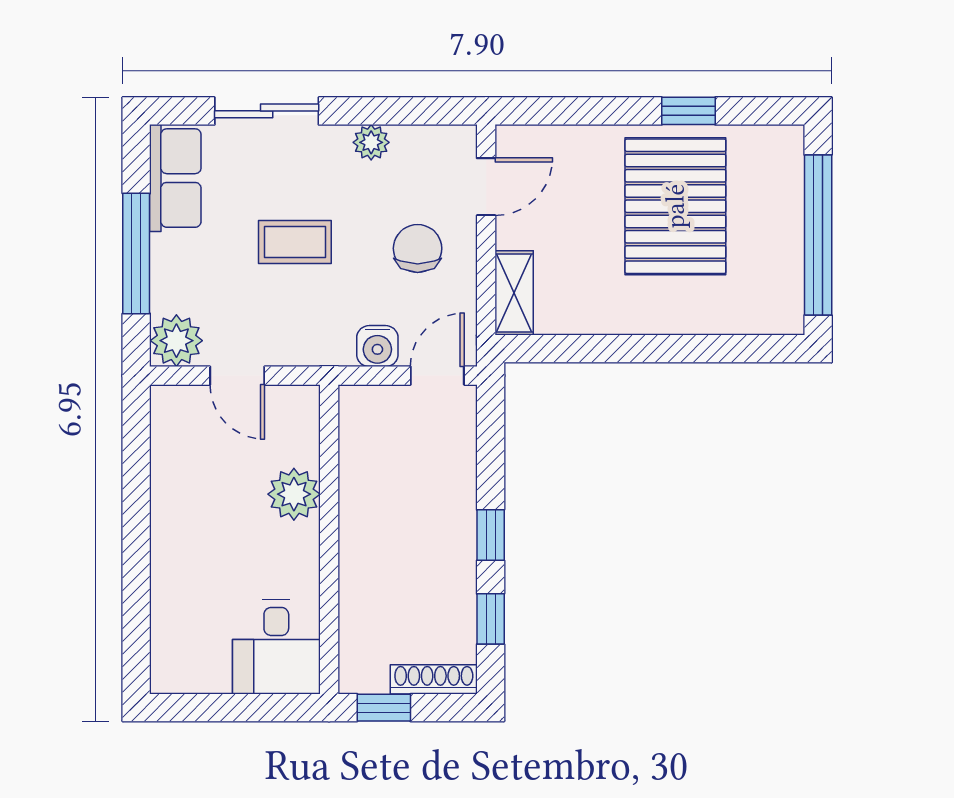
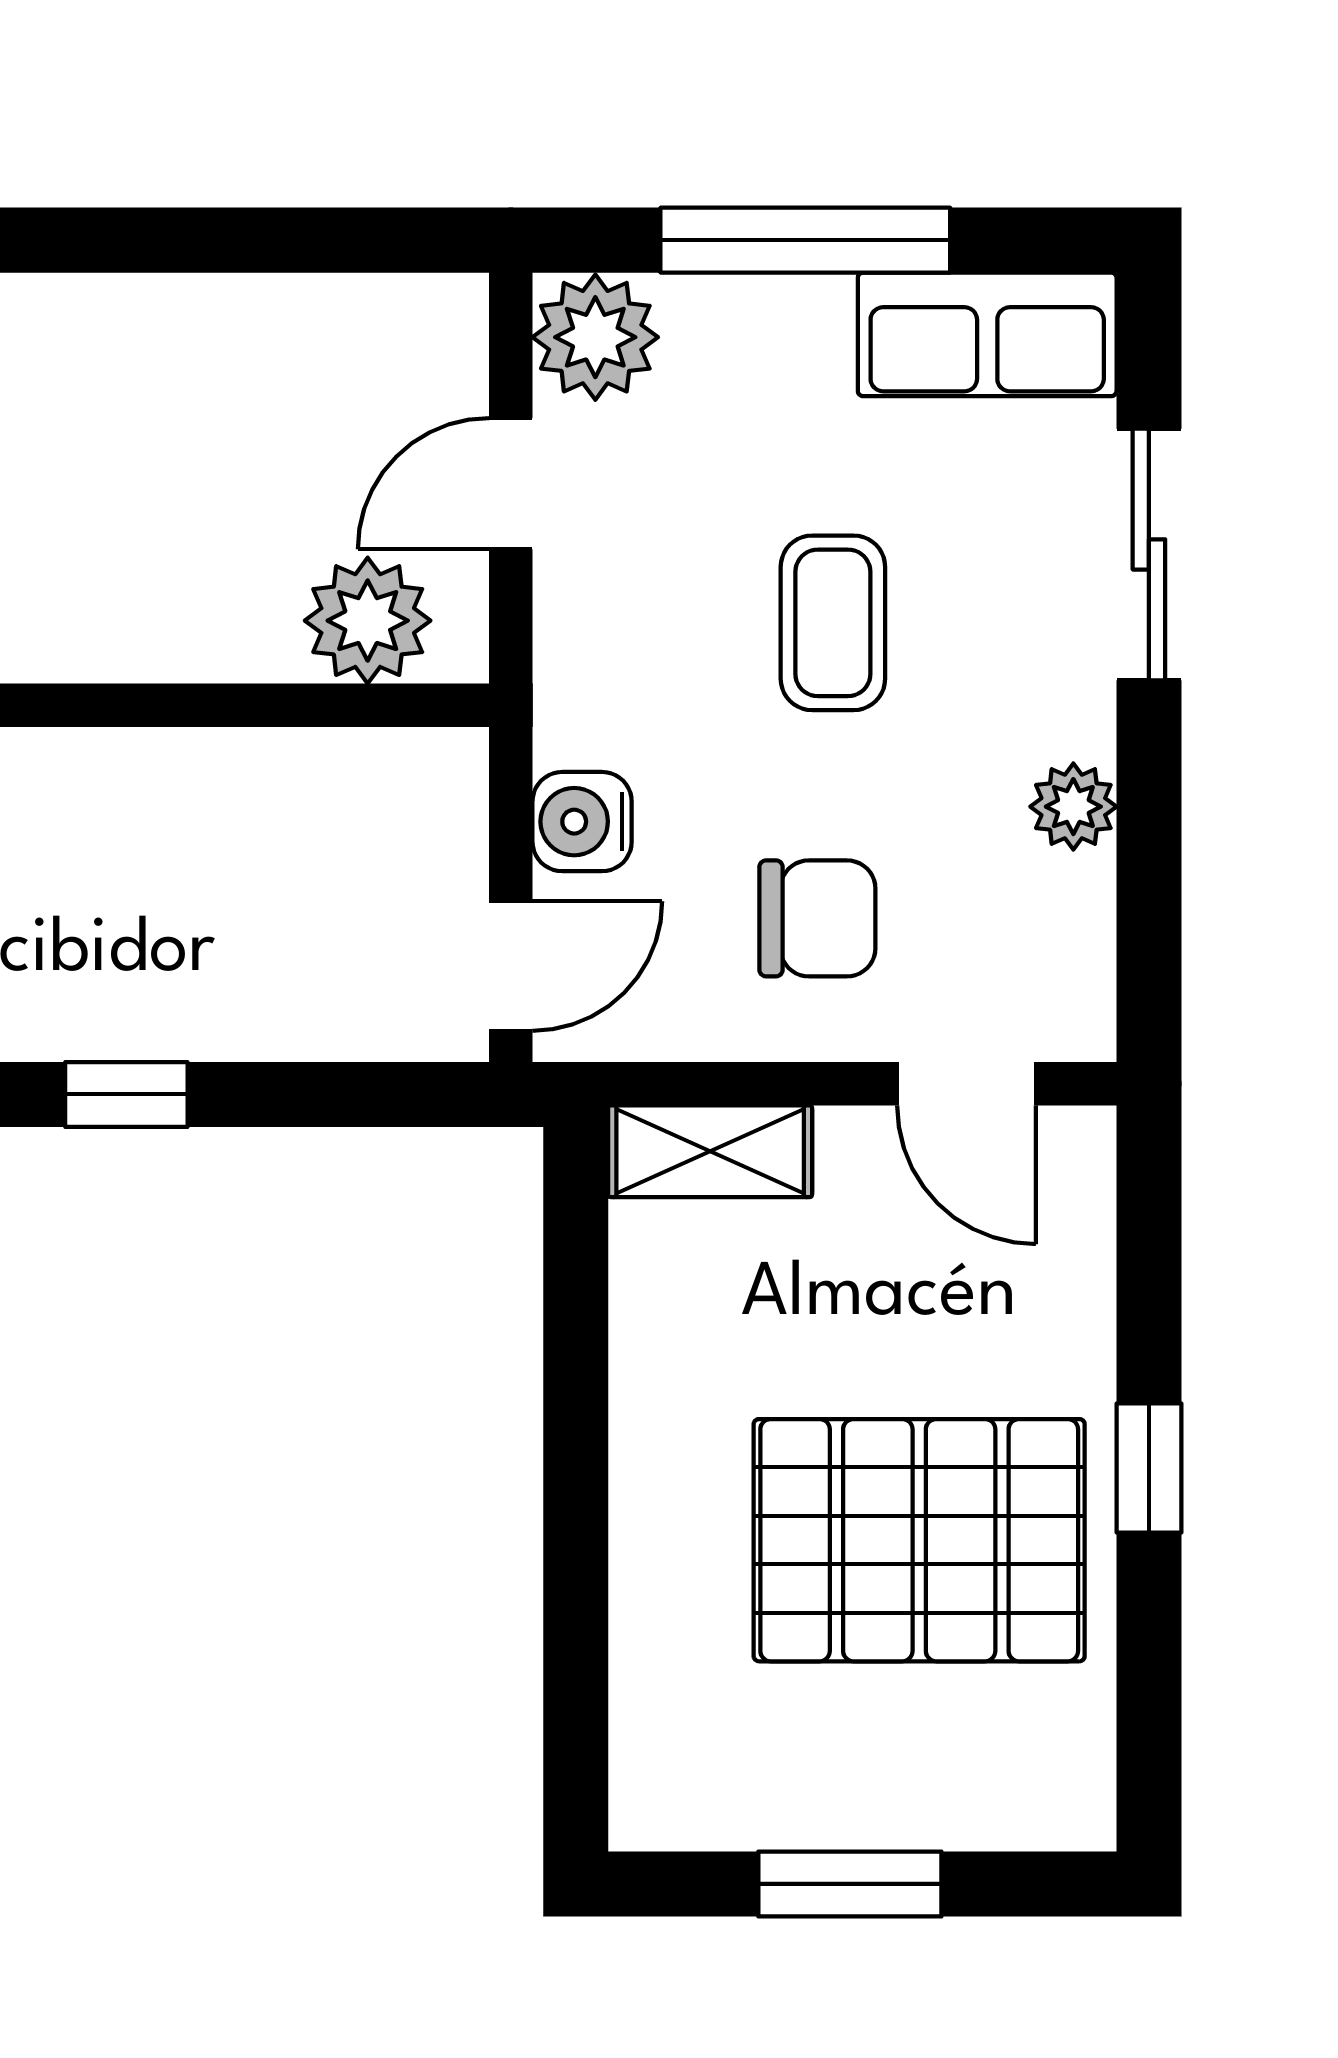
window: (688, 111) -> (1149, 1468), moved
window: (818, 235) -> (850, 1884), width x0.47
door: (437, 376) -> (511, 966), hinge flipped
plant: (294, 494) -> (368, 621), moved

